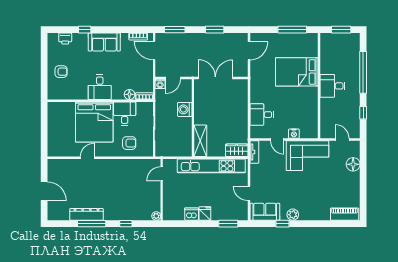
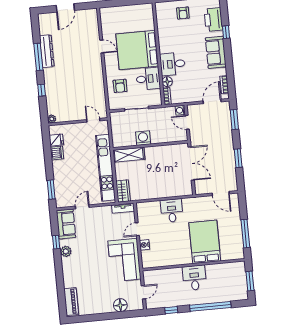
printer: (65, 39) -> (213, 20), width x1.87, depth x1.48
desk: (100, 87) -> (173, 64), moved
washing machine: (185, 109) -> (143, 138), moved
desk: (262, 115) -> (172, 211), moved
fridge: (205, 213) -> (56, 140), moved

